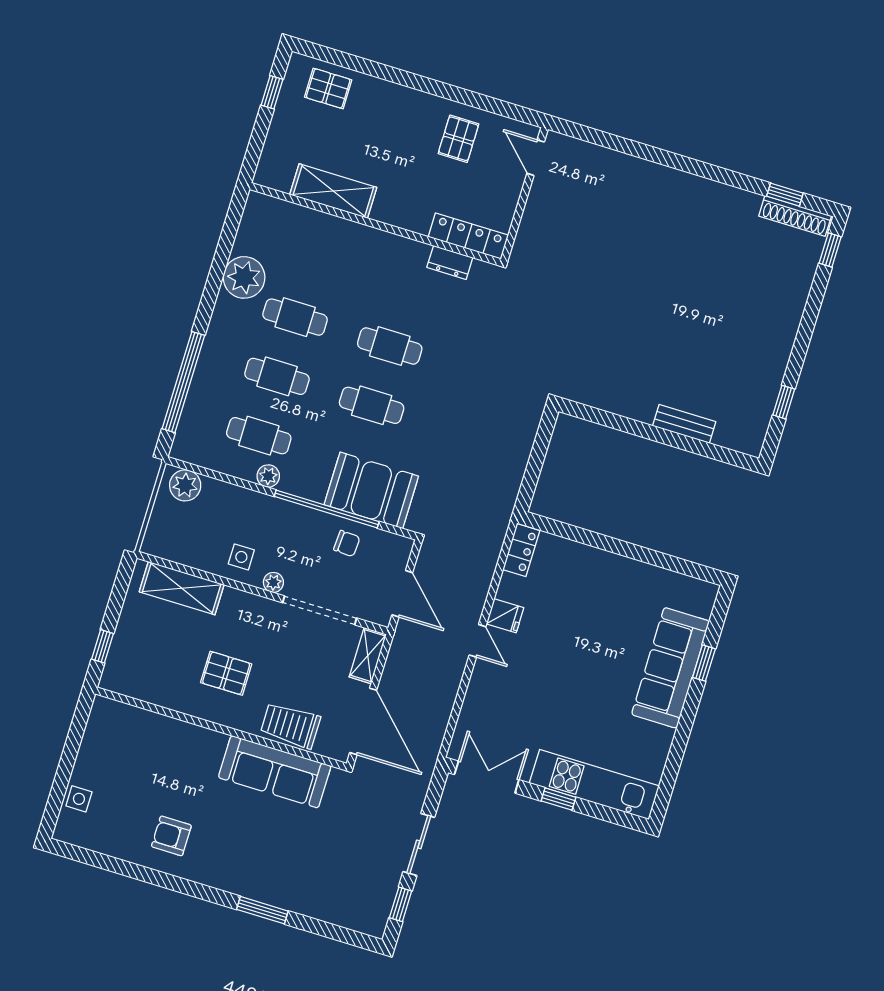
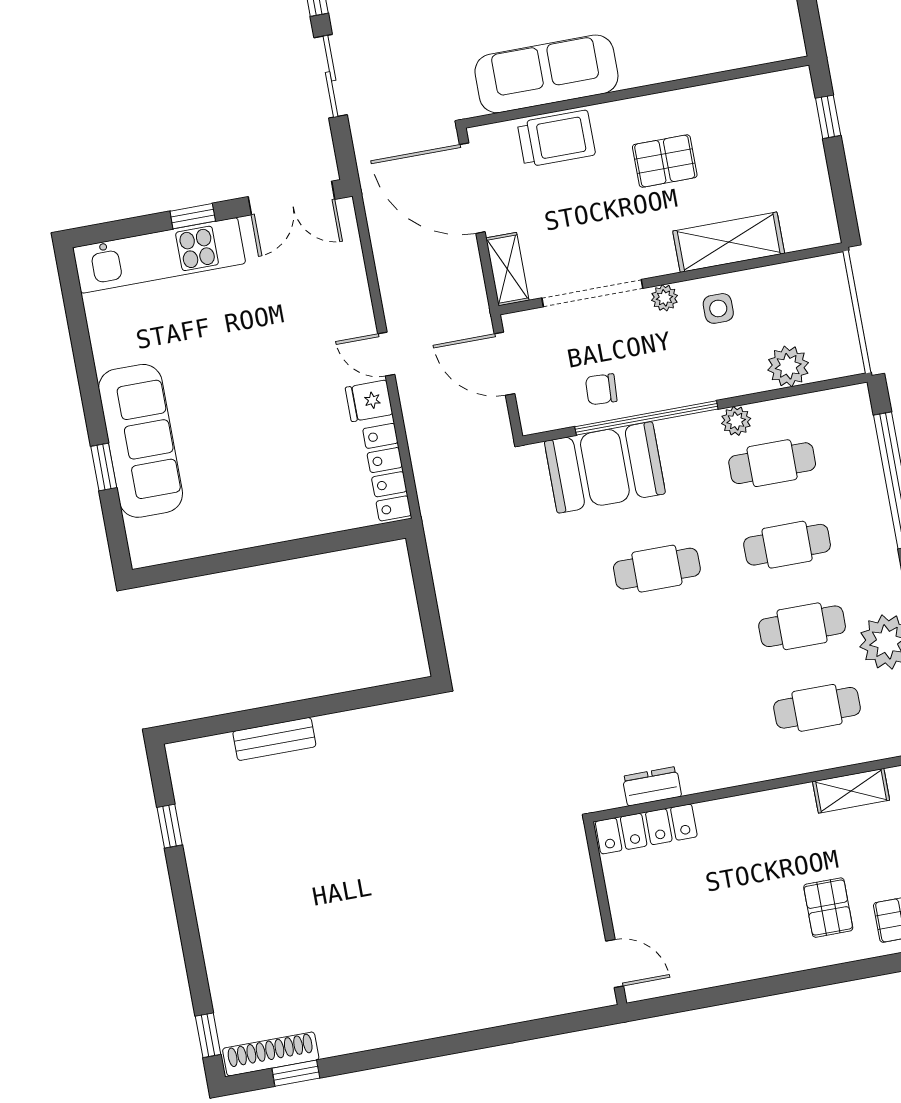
pallet: (458, 139) -> (828, 908), moved
shelving: (333, 191) -> (851, 791), width x0.67, depth x0.75
cafe table: (390, 346) -> (817, 708), moved
plant: (185, 485) -> (788, 366), moved
locker: (521, 550) -> (387, 472), width x1.53
shelving: (182, 588) -> (729, 242), moved

